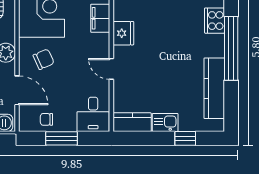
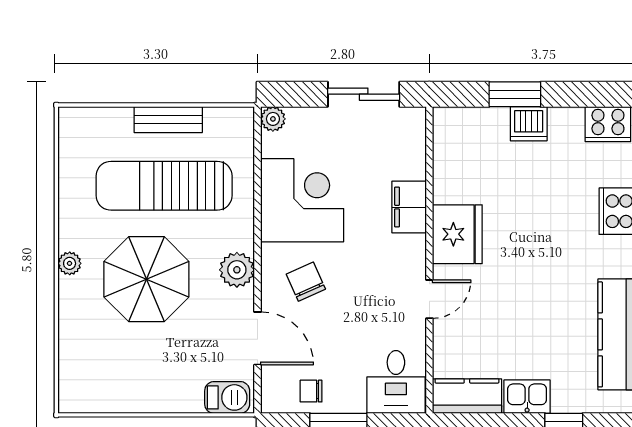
fridge: (123, 33) -> (457, 234), width x1.36, depth x1.34
chair: (44, 59) -> (306, 282), turned -90
door: (111, 69) -> (429, 299), swing flipped

